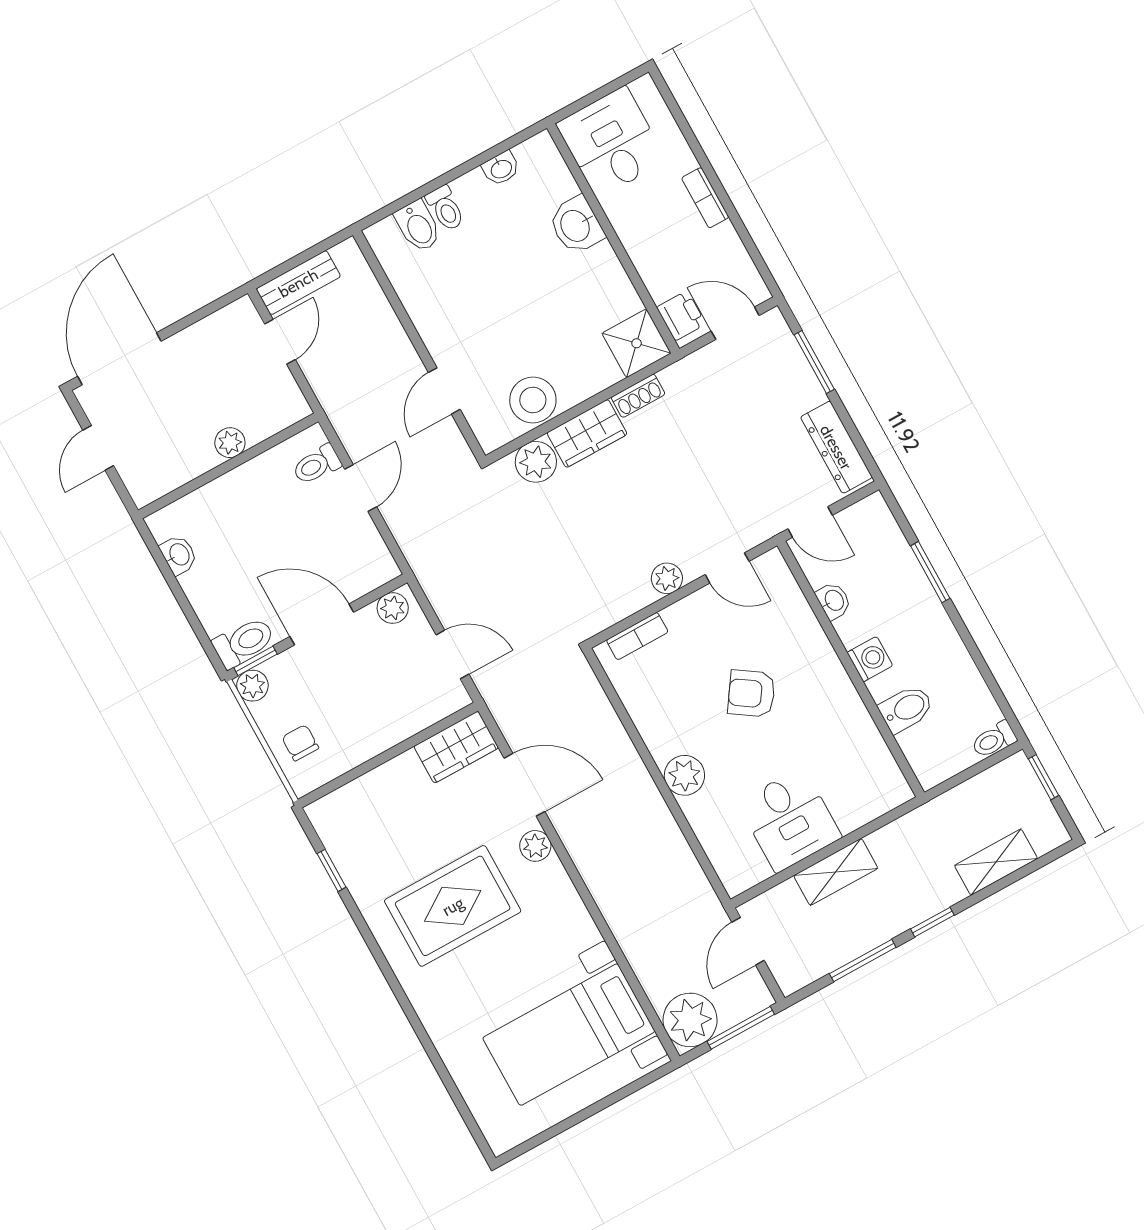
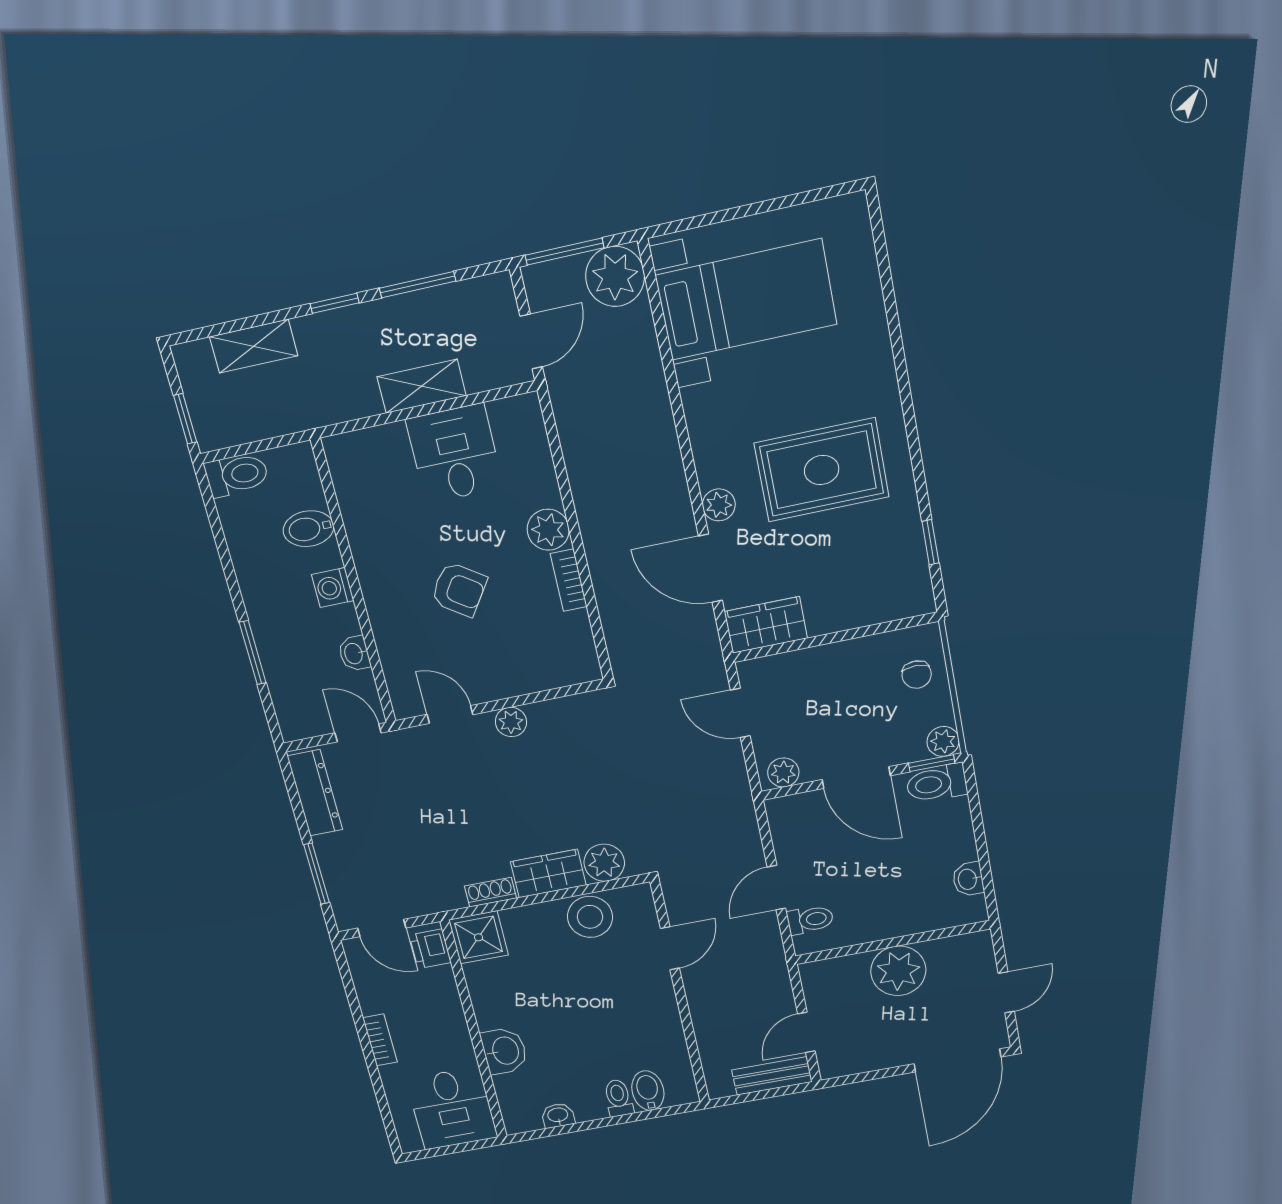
plant: (230, 443) -> (898, 971), width x1.88, depth x1.88
bookcase: (637, 636) -> (569, 580), moved, turned -90
toilet: (994, 740) -> (237, 475), width x1.37, depth x1.39

